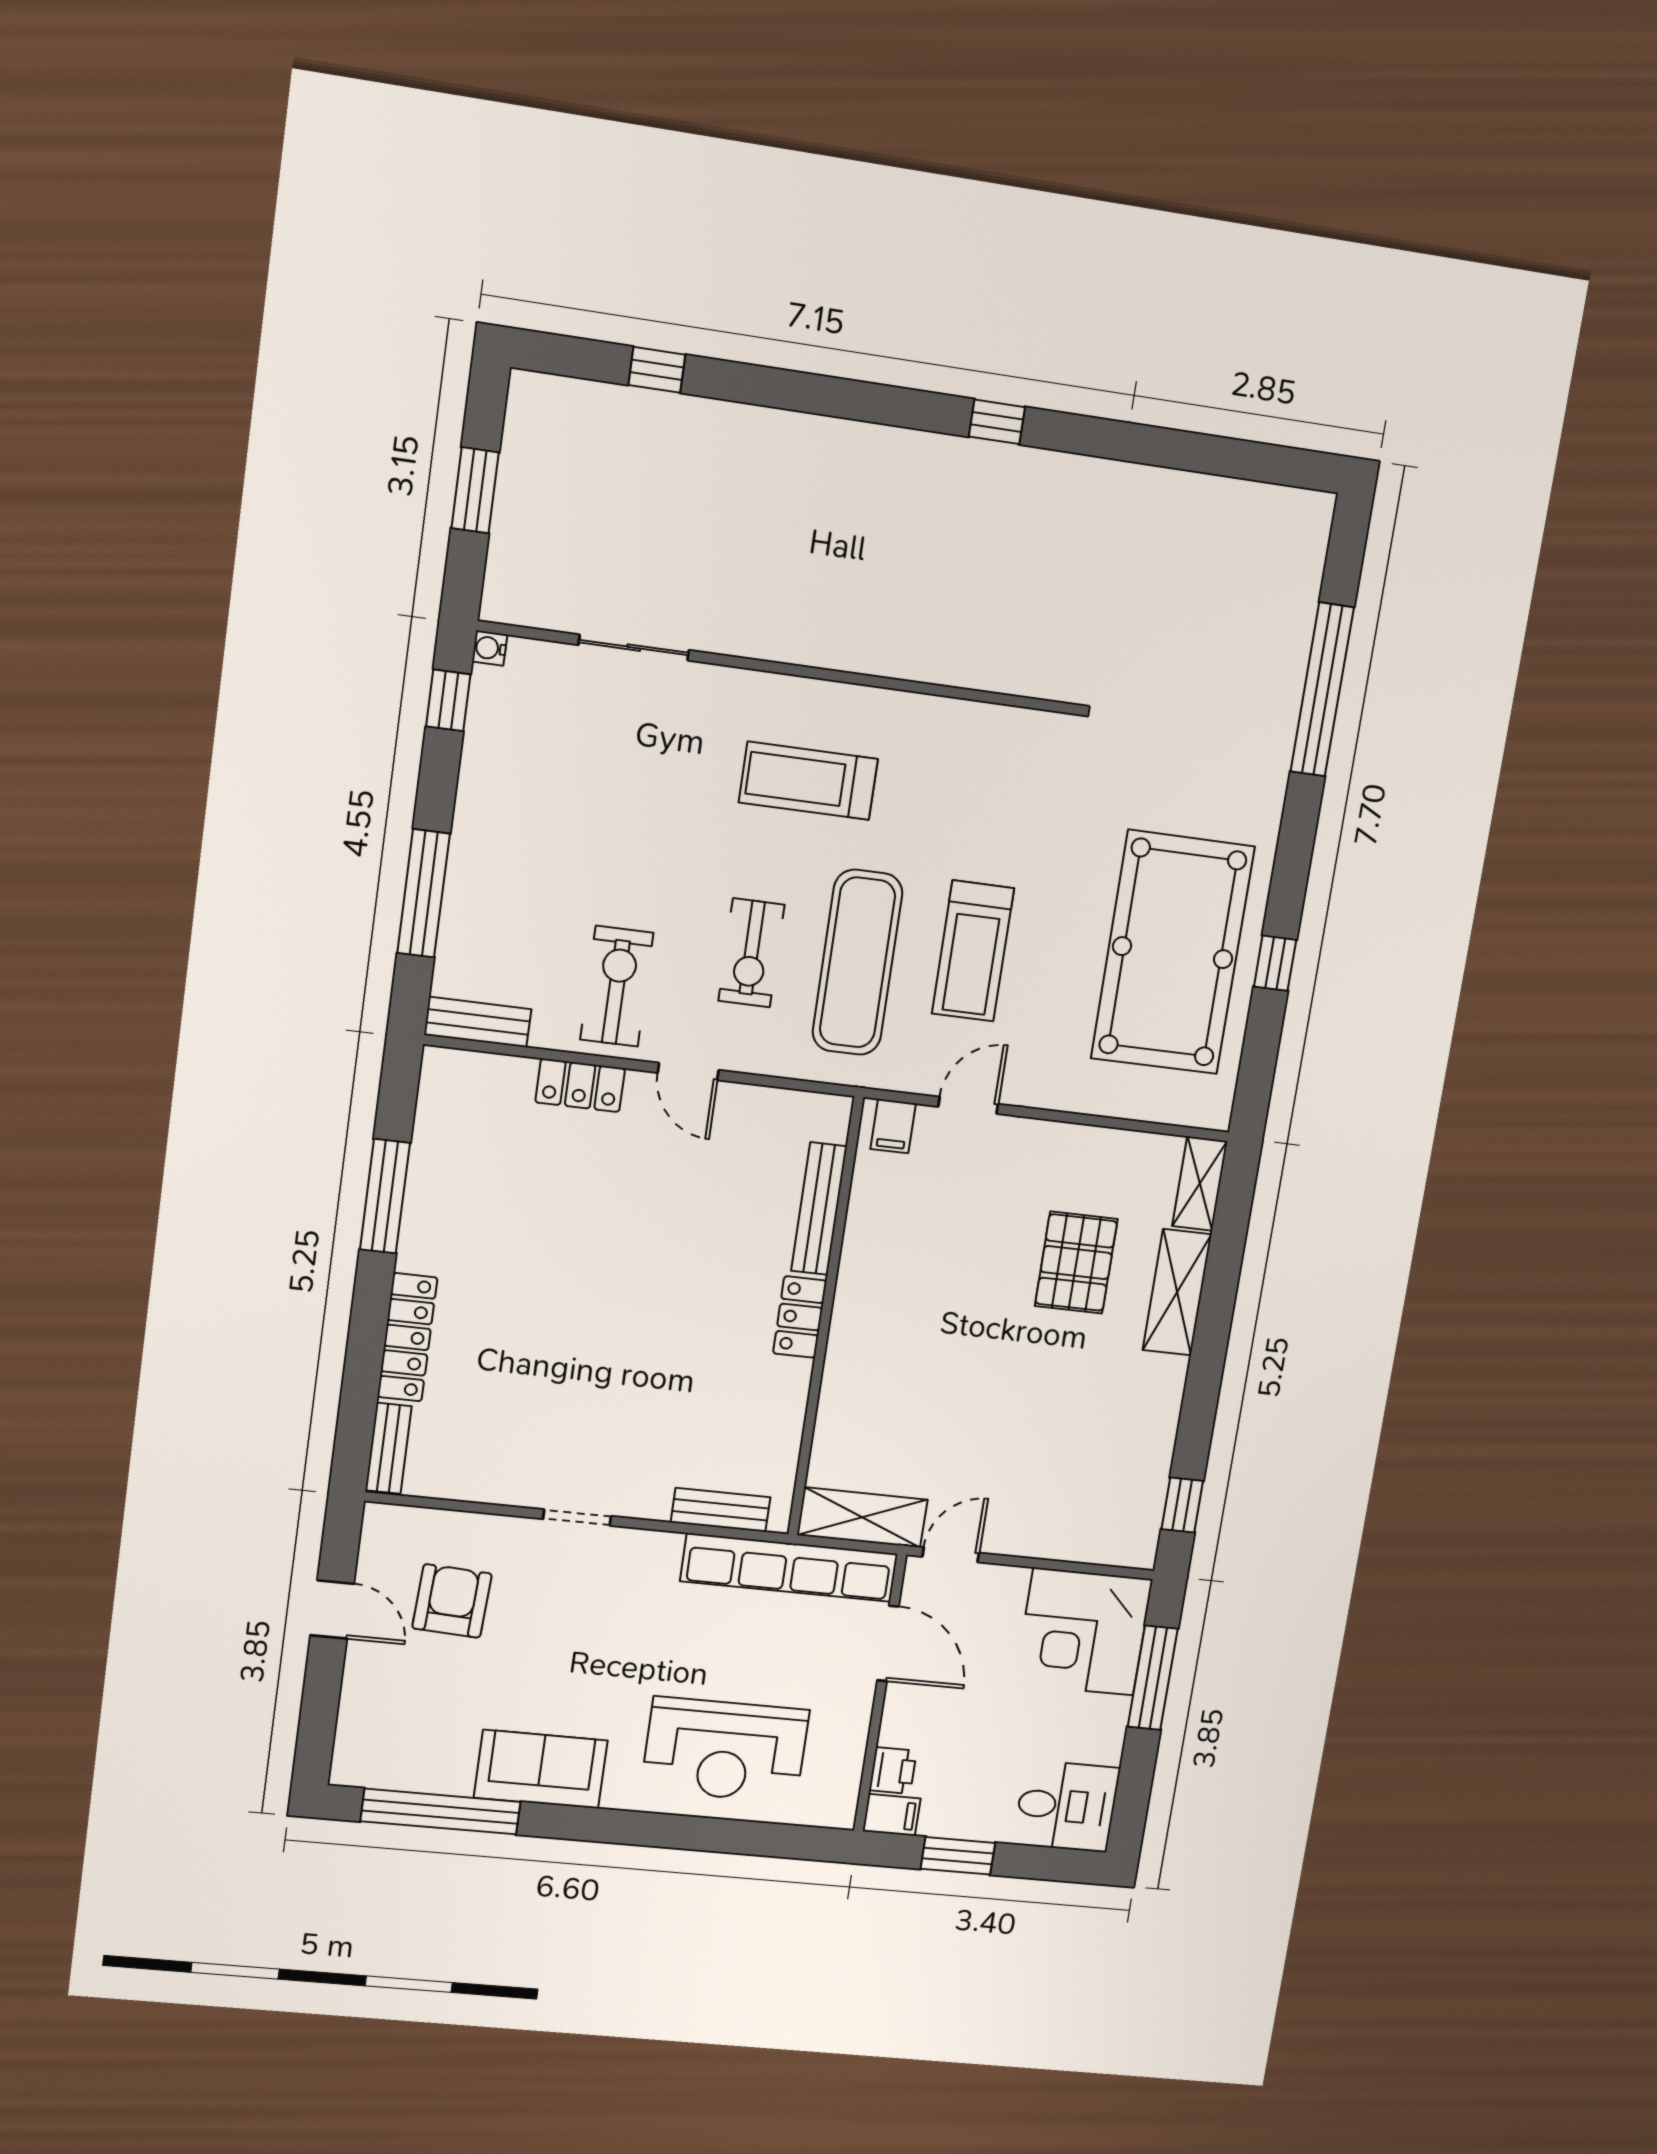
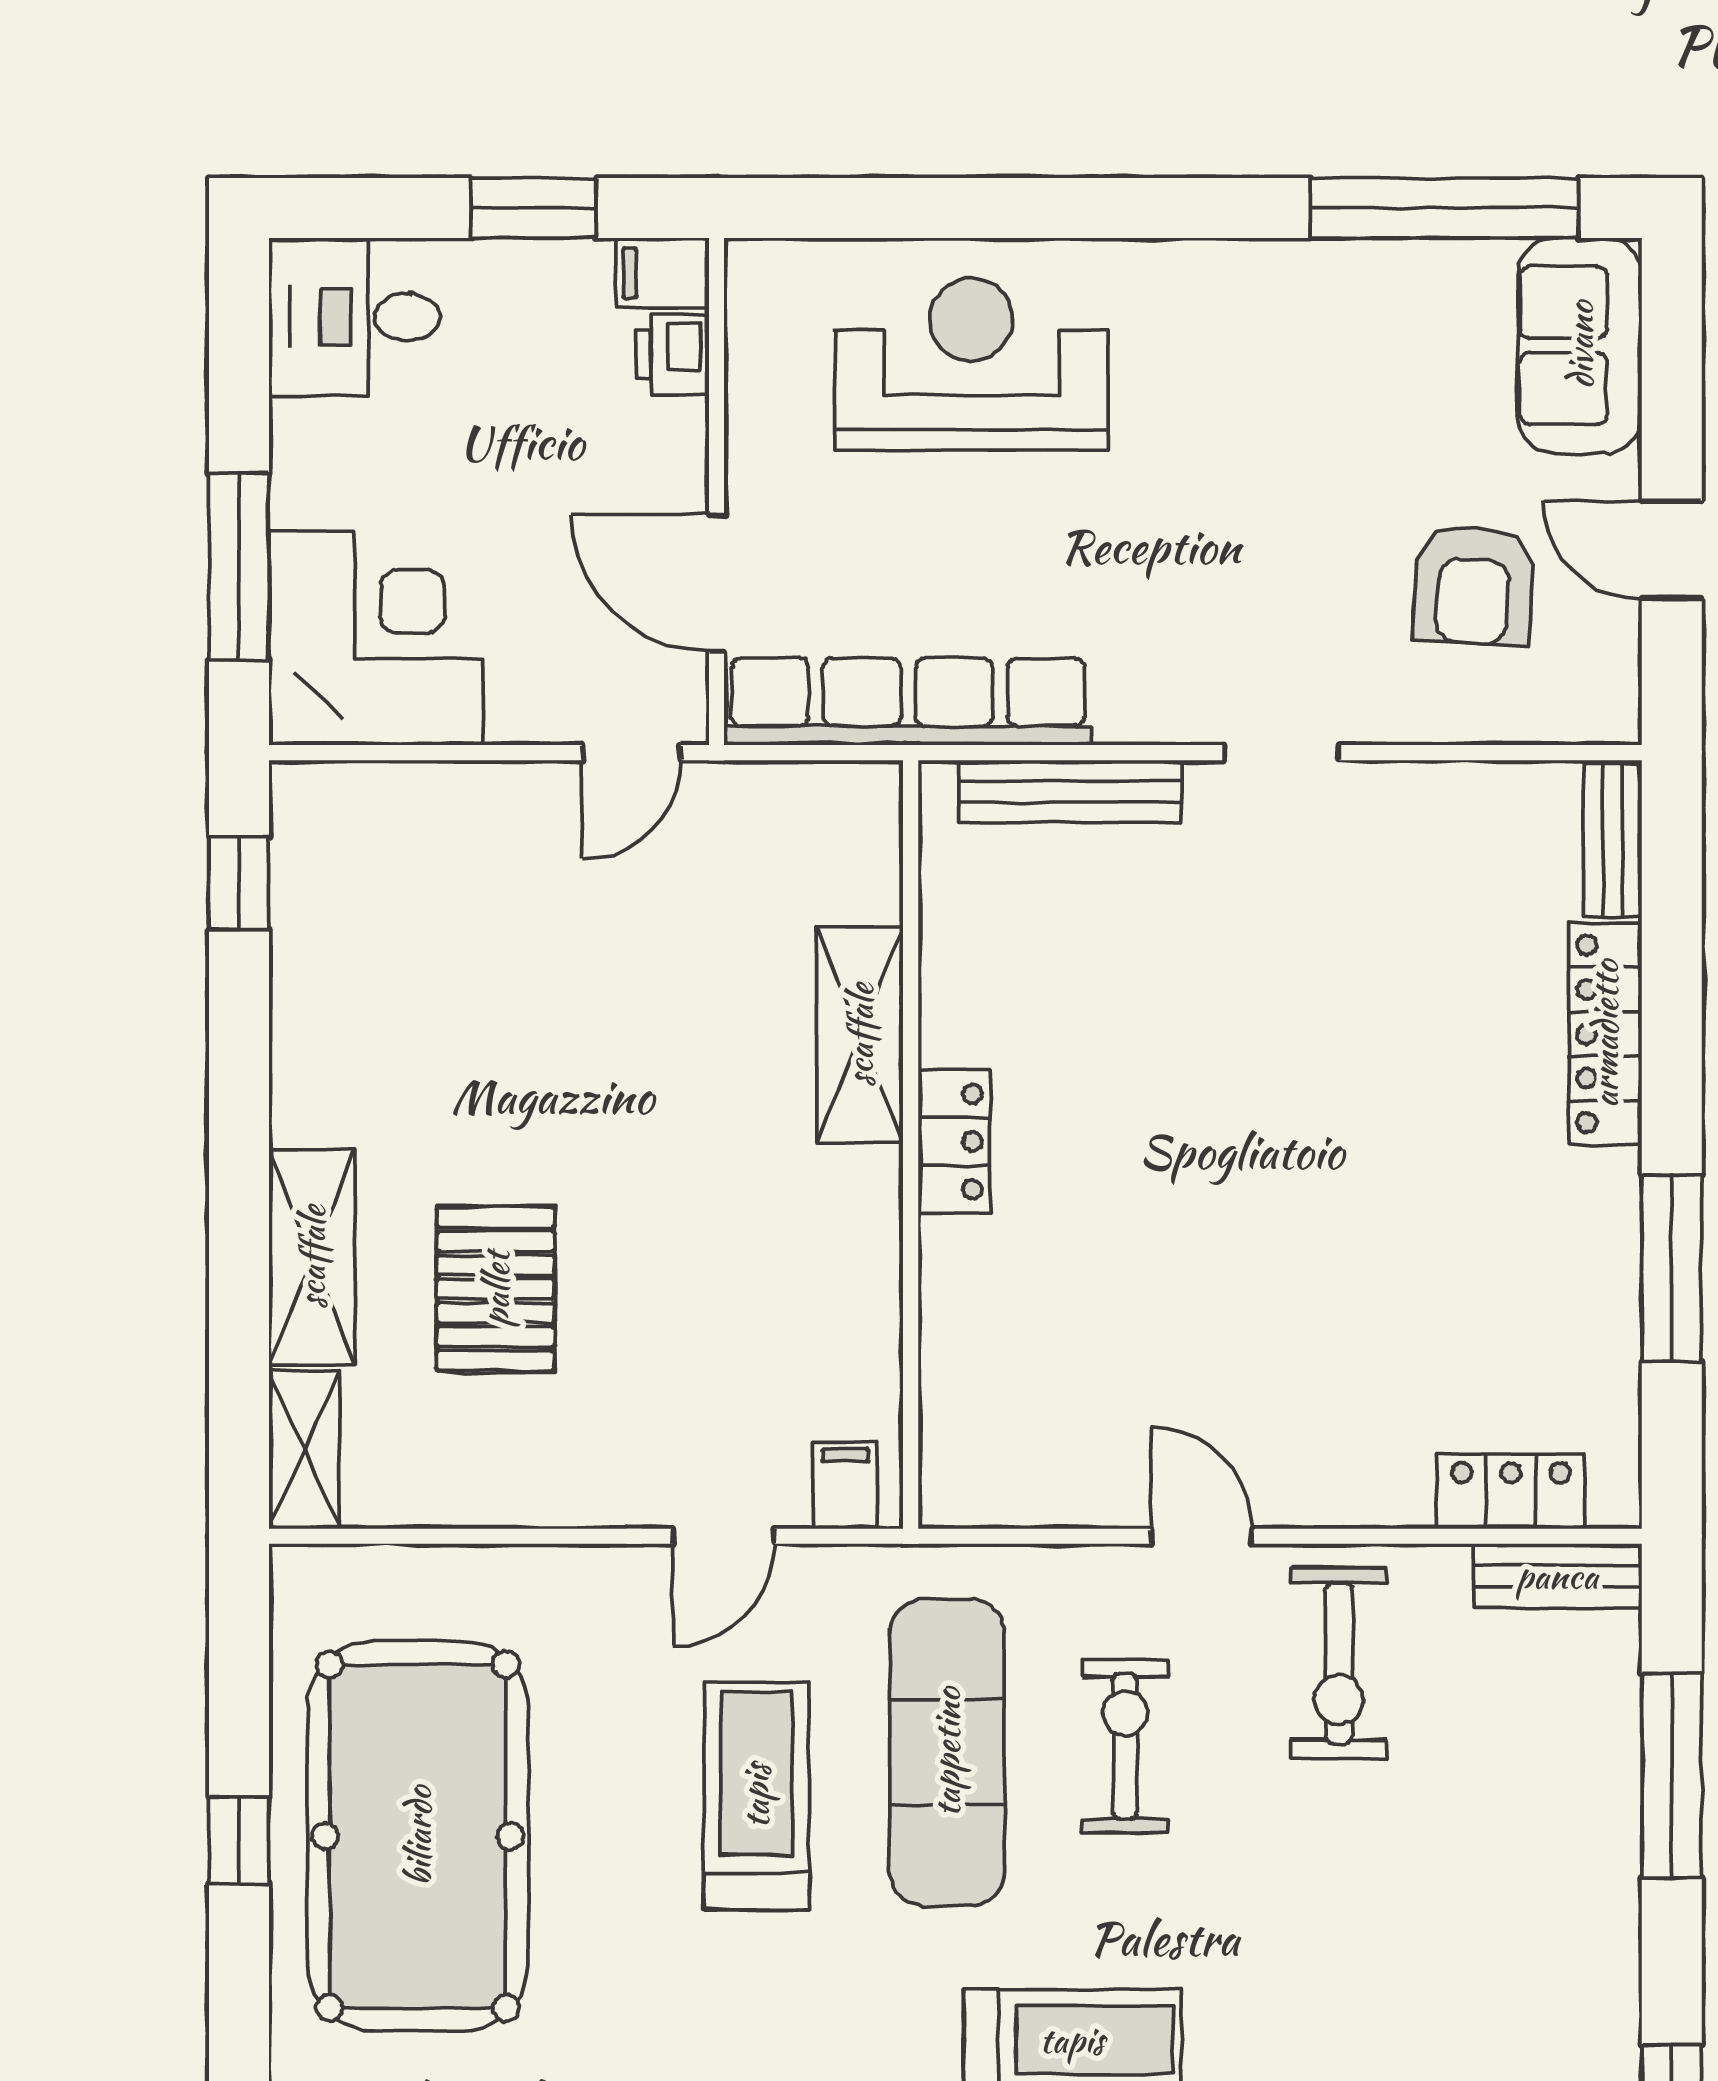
locker: (580, 1085) -> (1511, 1491), moved
bench: (819, 1209) -> (949, 1331), removed
bench: (721, 1510) -> (1070, 791), width x1.36
shelving: (862, 1517) -> (860, 1035), moved, turned 90
sofa: (541, 1769) -> (1580, 345), moved, turned 90

